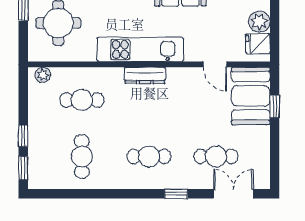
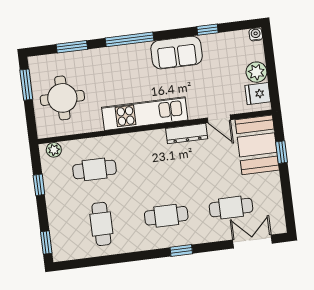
dresser: (145, 75) -> (187, 134), moved
window: (23, 136) -> (39, 185), moved
window: (176, 194) -> (181, 251), moved

